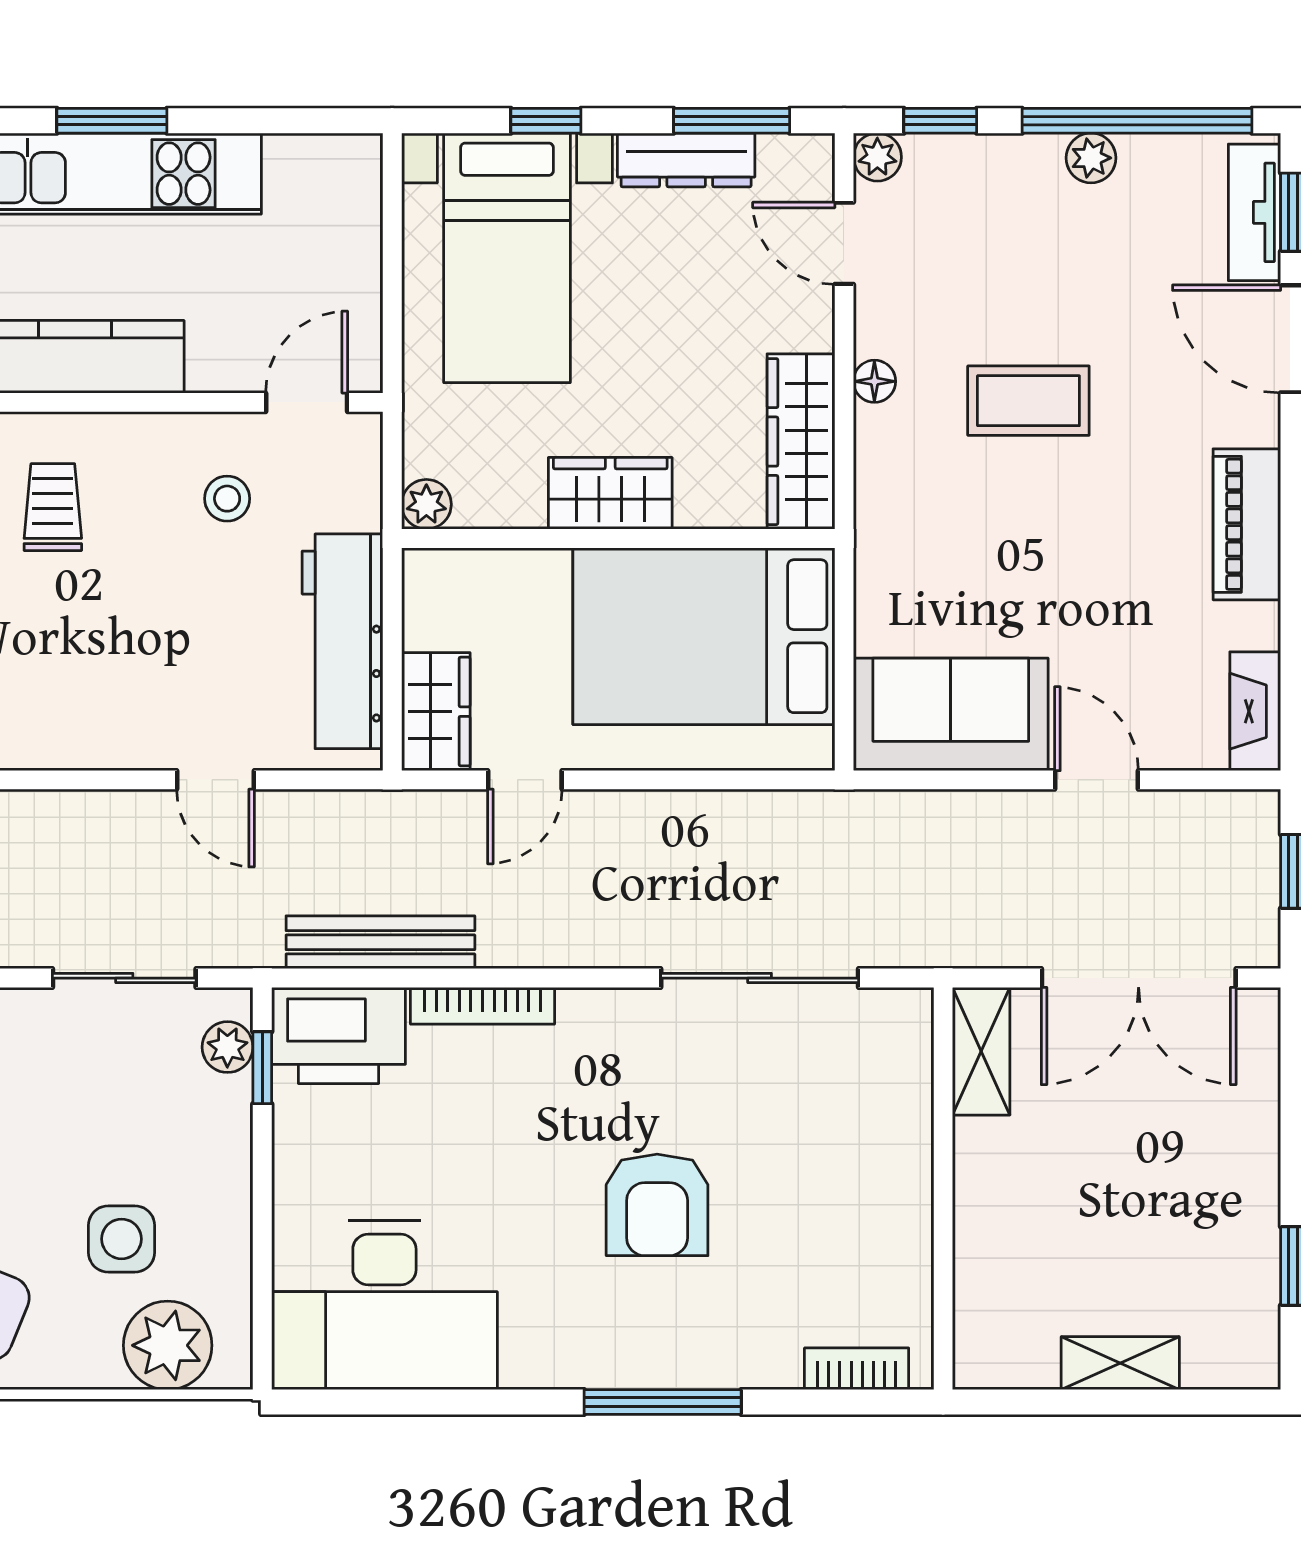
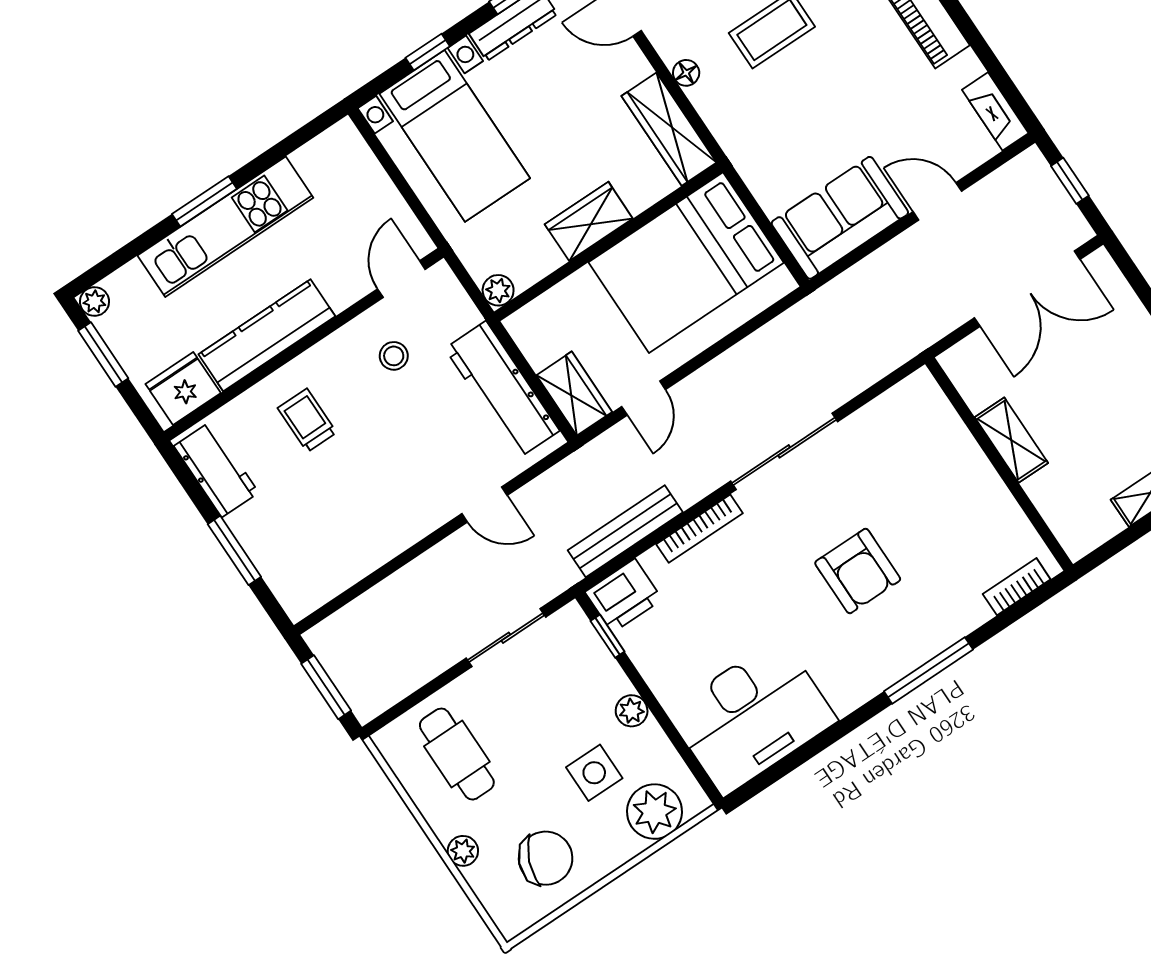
sliding door: (760, 978) -> (784, 451), moved
printer: (338, 1035) -> (624, 596), width x0.73, depth x0.84
plant: (227, 1047) -> (632, 711), moved
shelving: (981, 1051) -> (1011, 440), moved

